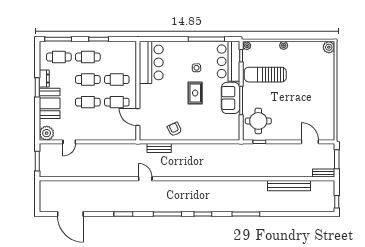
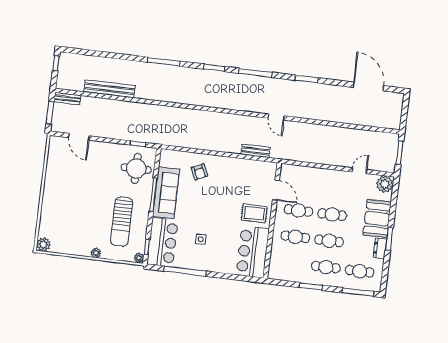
sun lounger: (265, 75) -> (122, 222), turned 90
rug: (195, 93) -> (254, 213), moved, turned 90
sofa: (231, 98) -> (166, 193), width x1.36
armchair: (174, 129) -> (199, 172), moved

